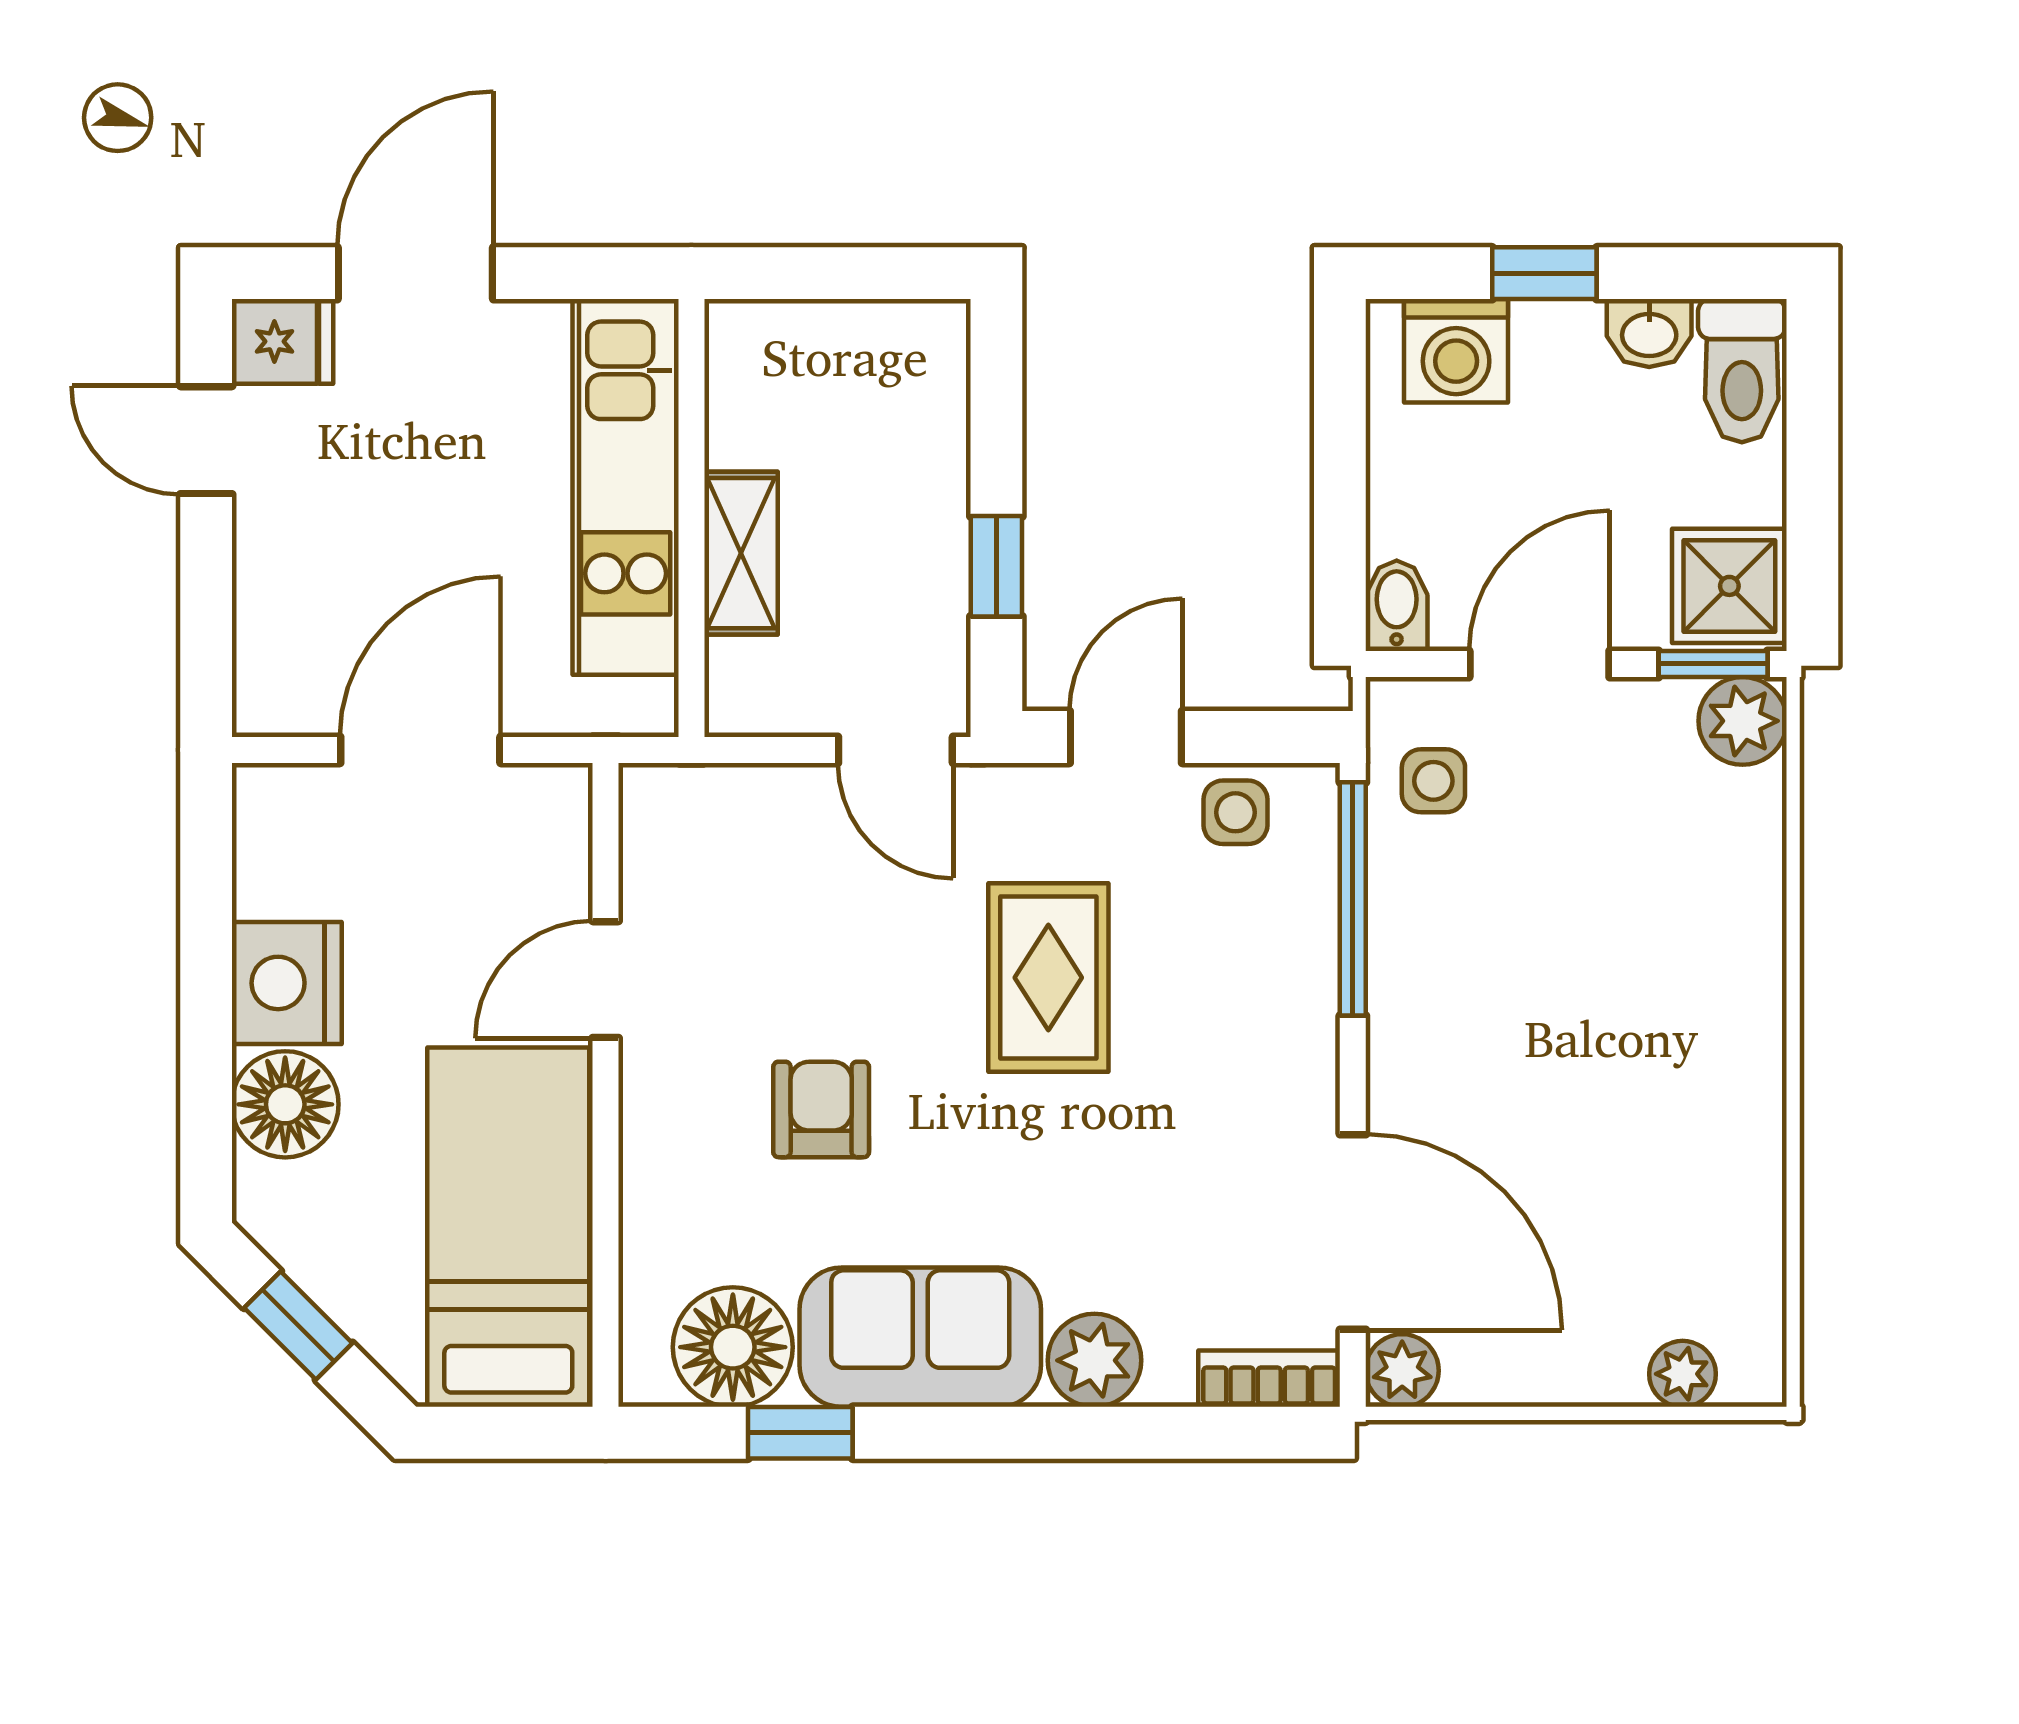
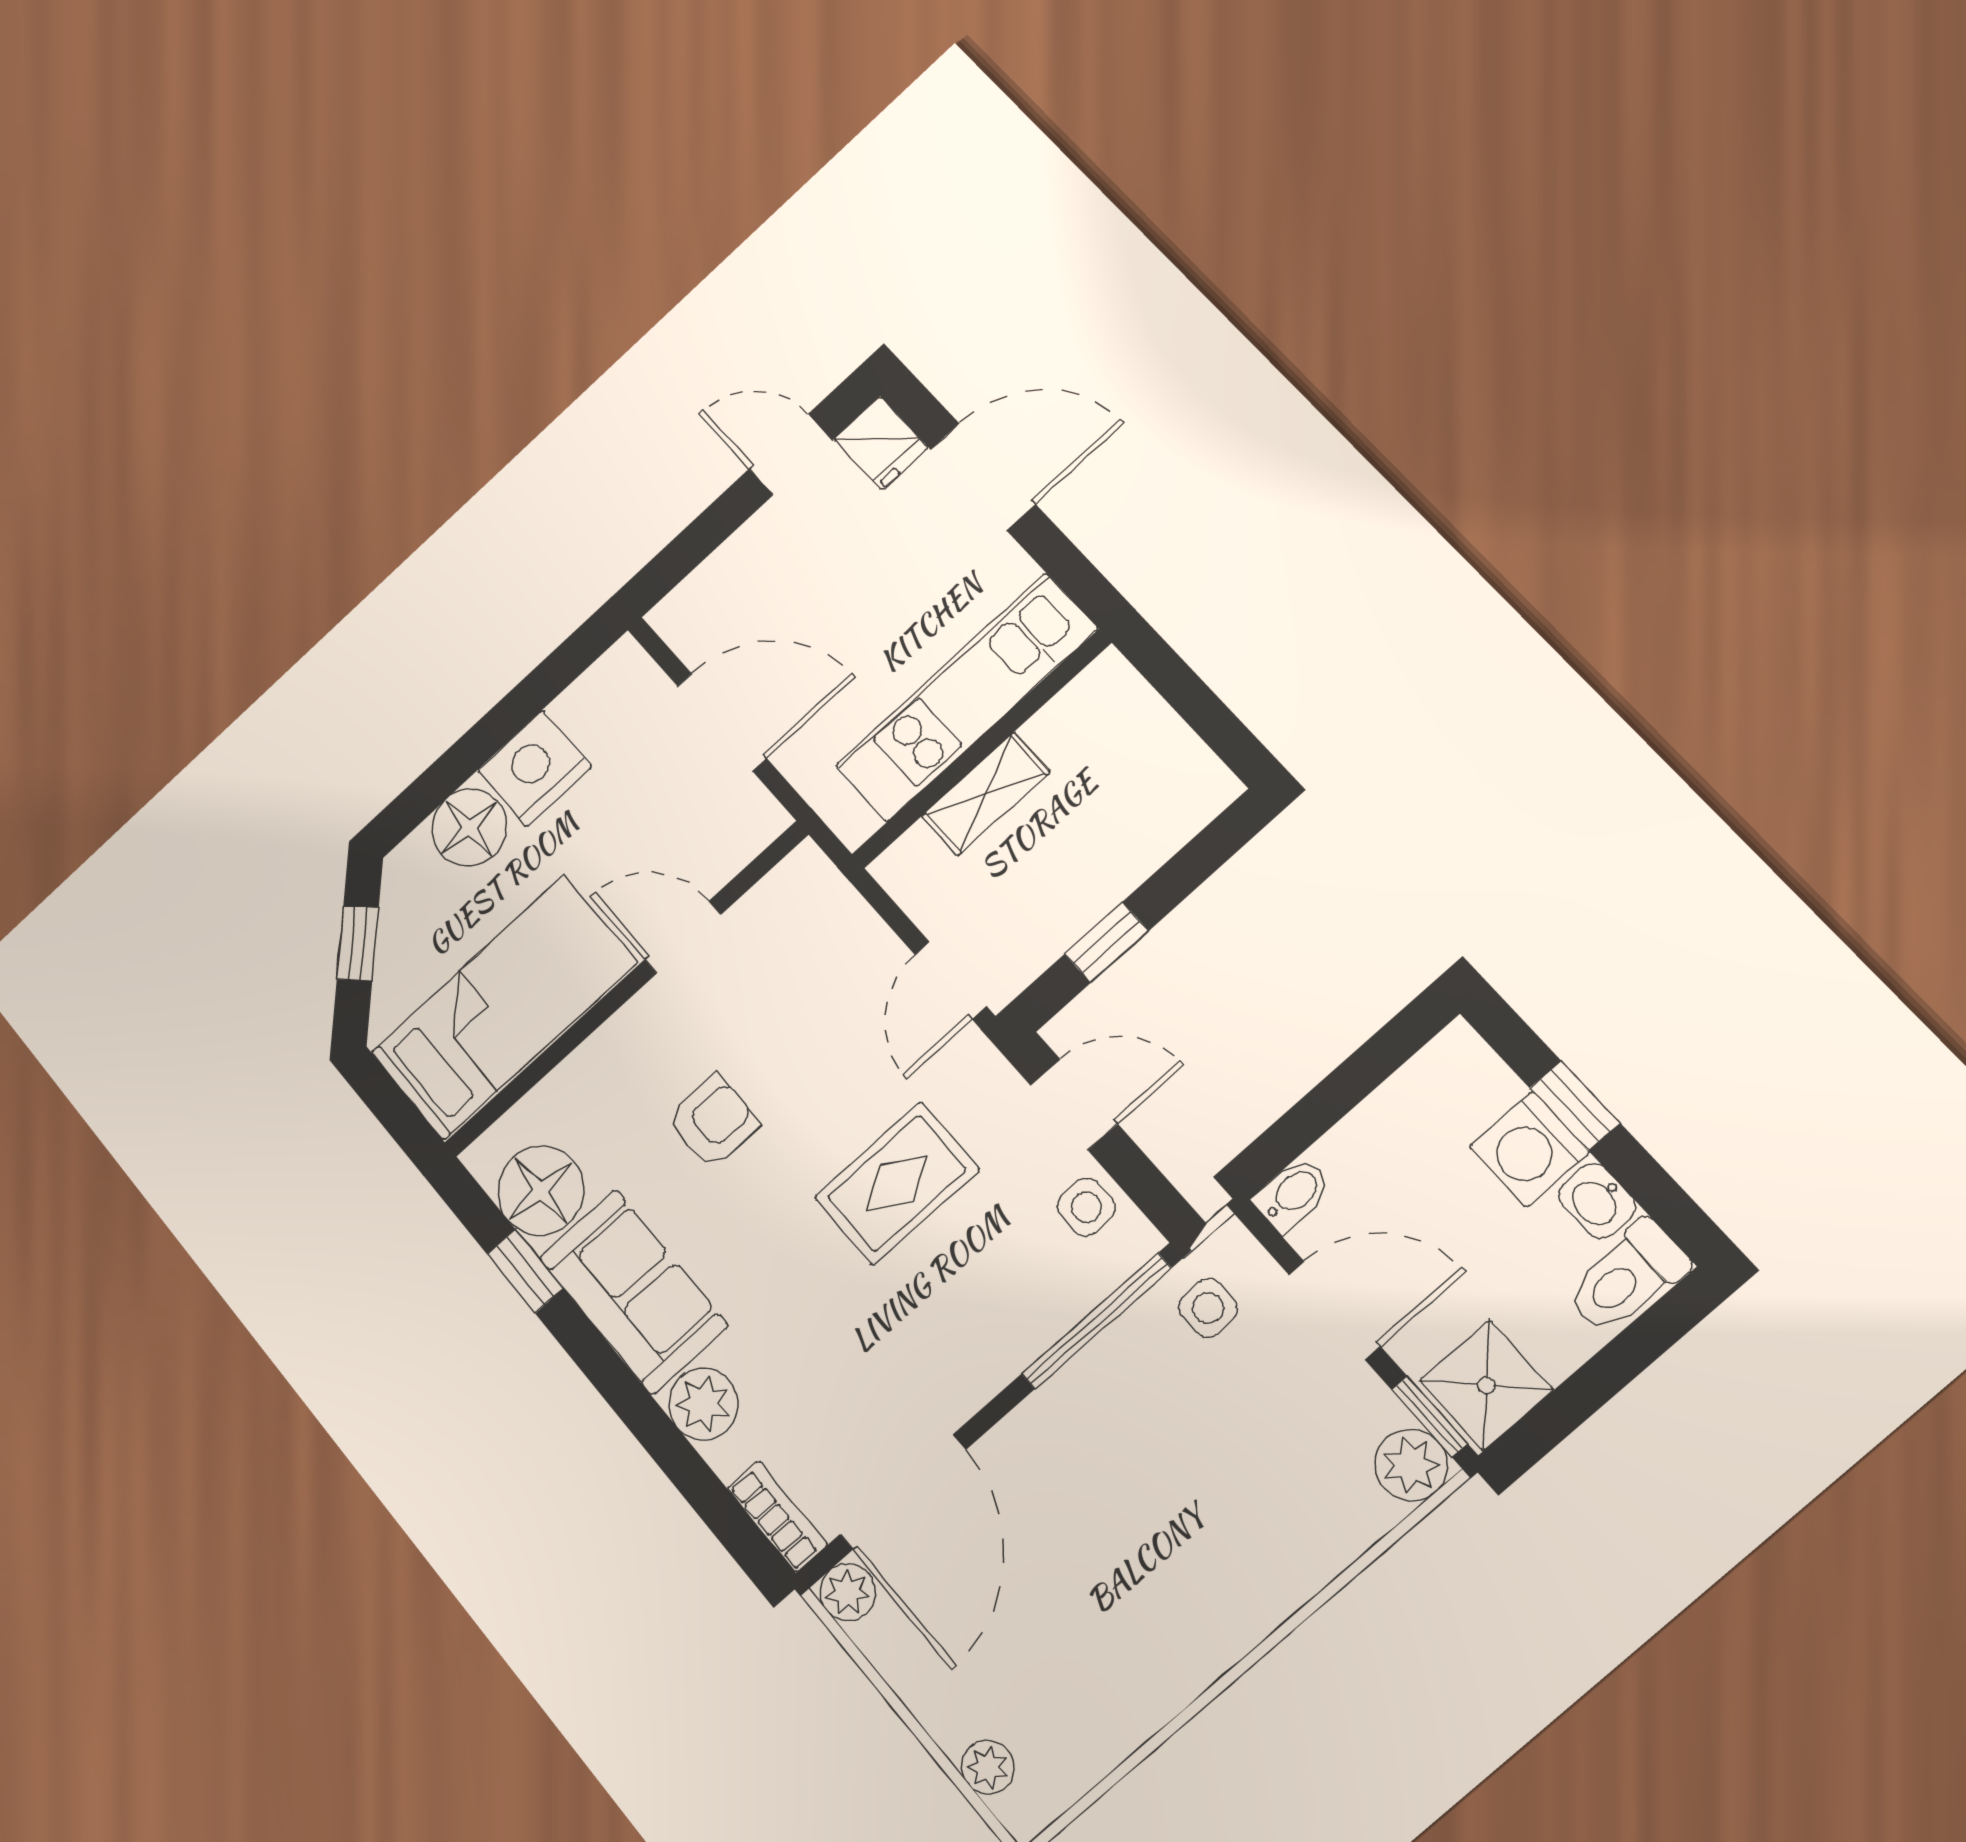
washing machine: (1456, 351) -> (1529, 1149), moved
door: (206, 440) -> (791, 455), hinge flipped

